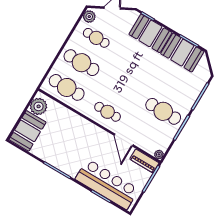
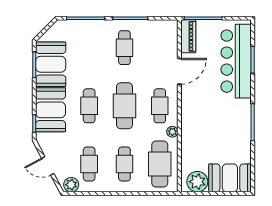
cafe table: (137, 62) -> (89, 106), added
cafe table: (81, 63) -> (124, 164), width x0.73, depth x0.74
cafe table: (122, 87) -> (124, 106), added
cafe table: (163, 111) -> (124, 48), width x0.73, depth x0.74
plant: (159, 154) -> (172, 132), moved

